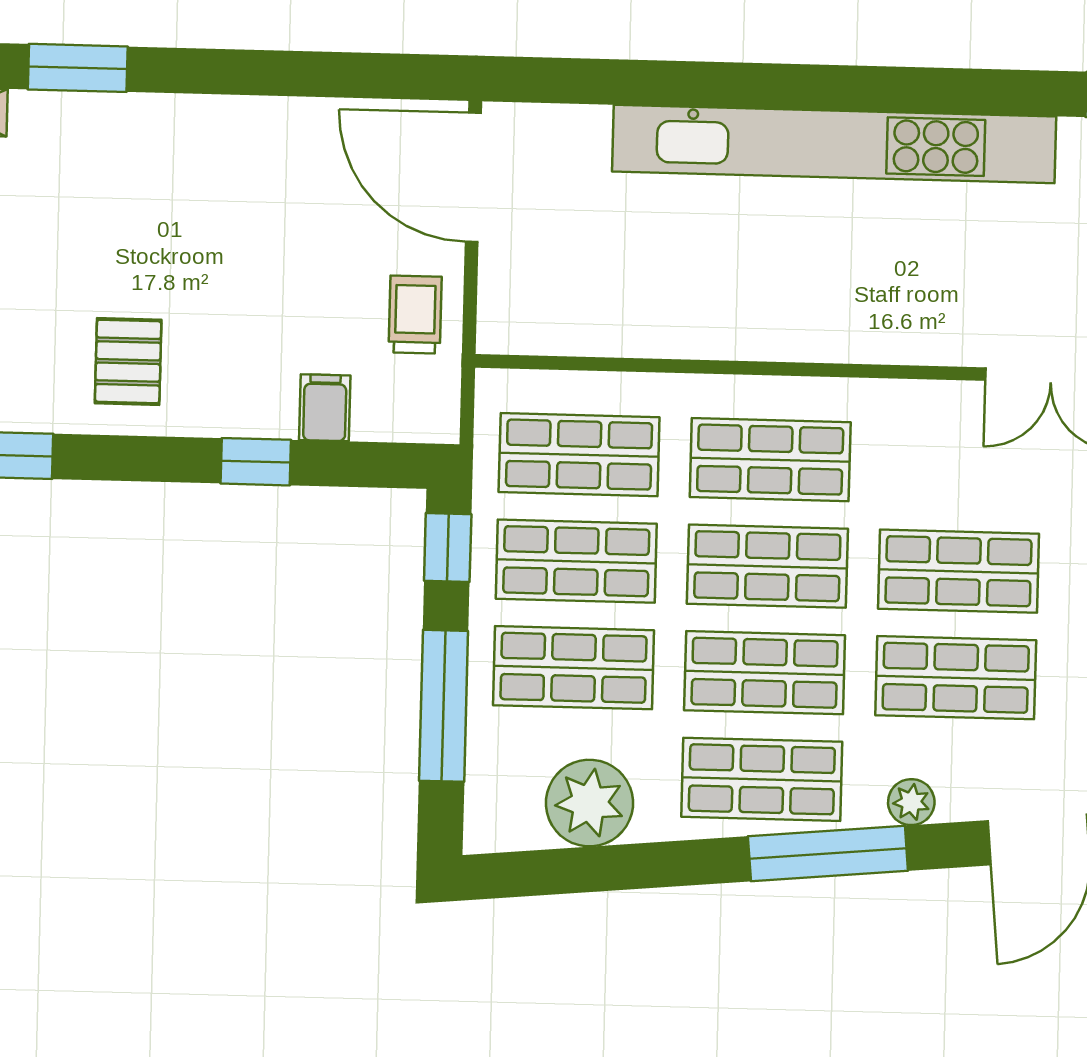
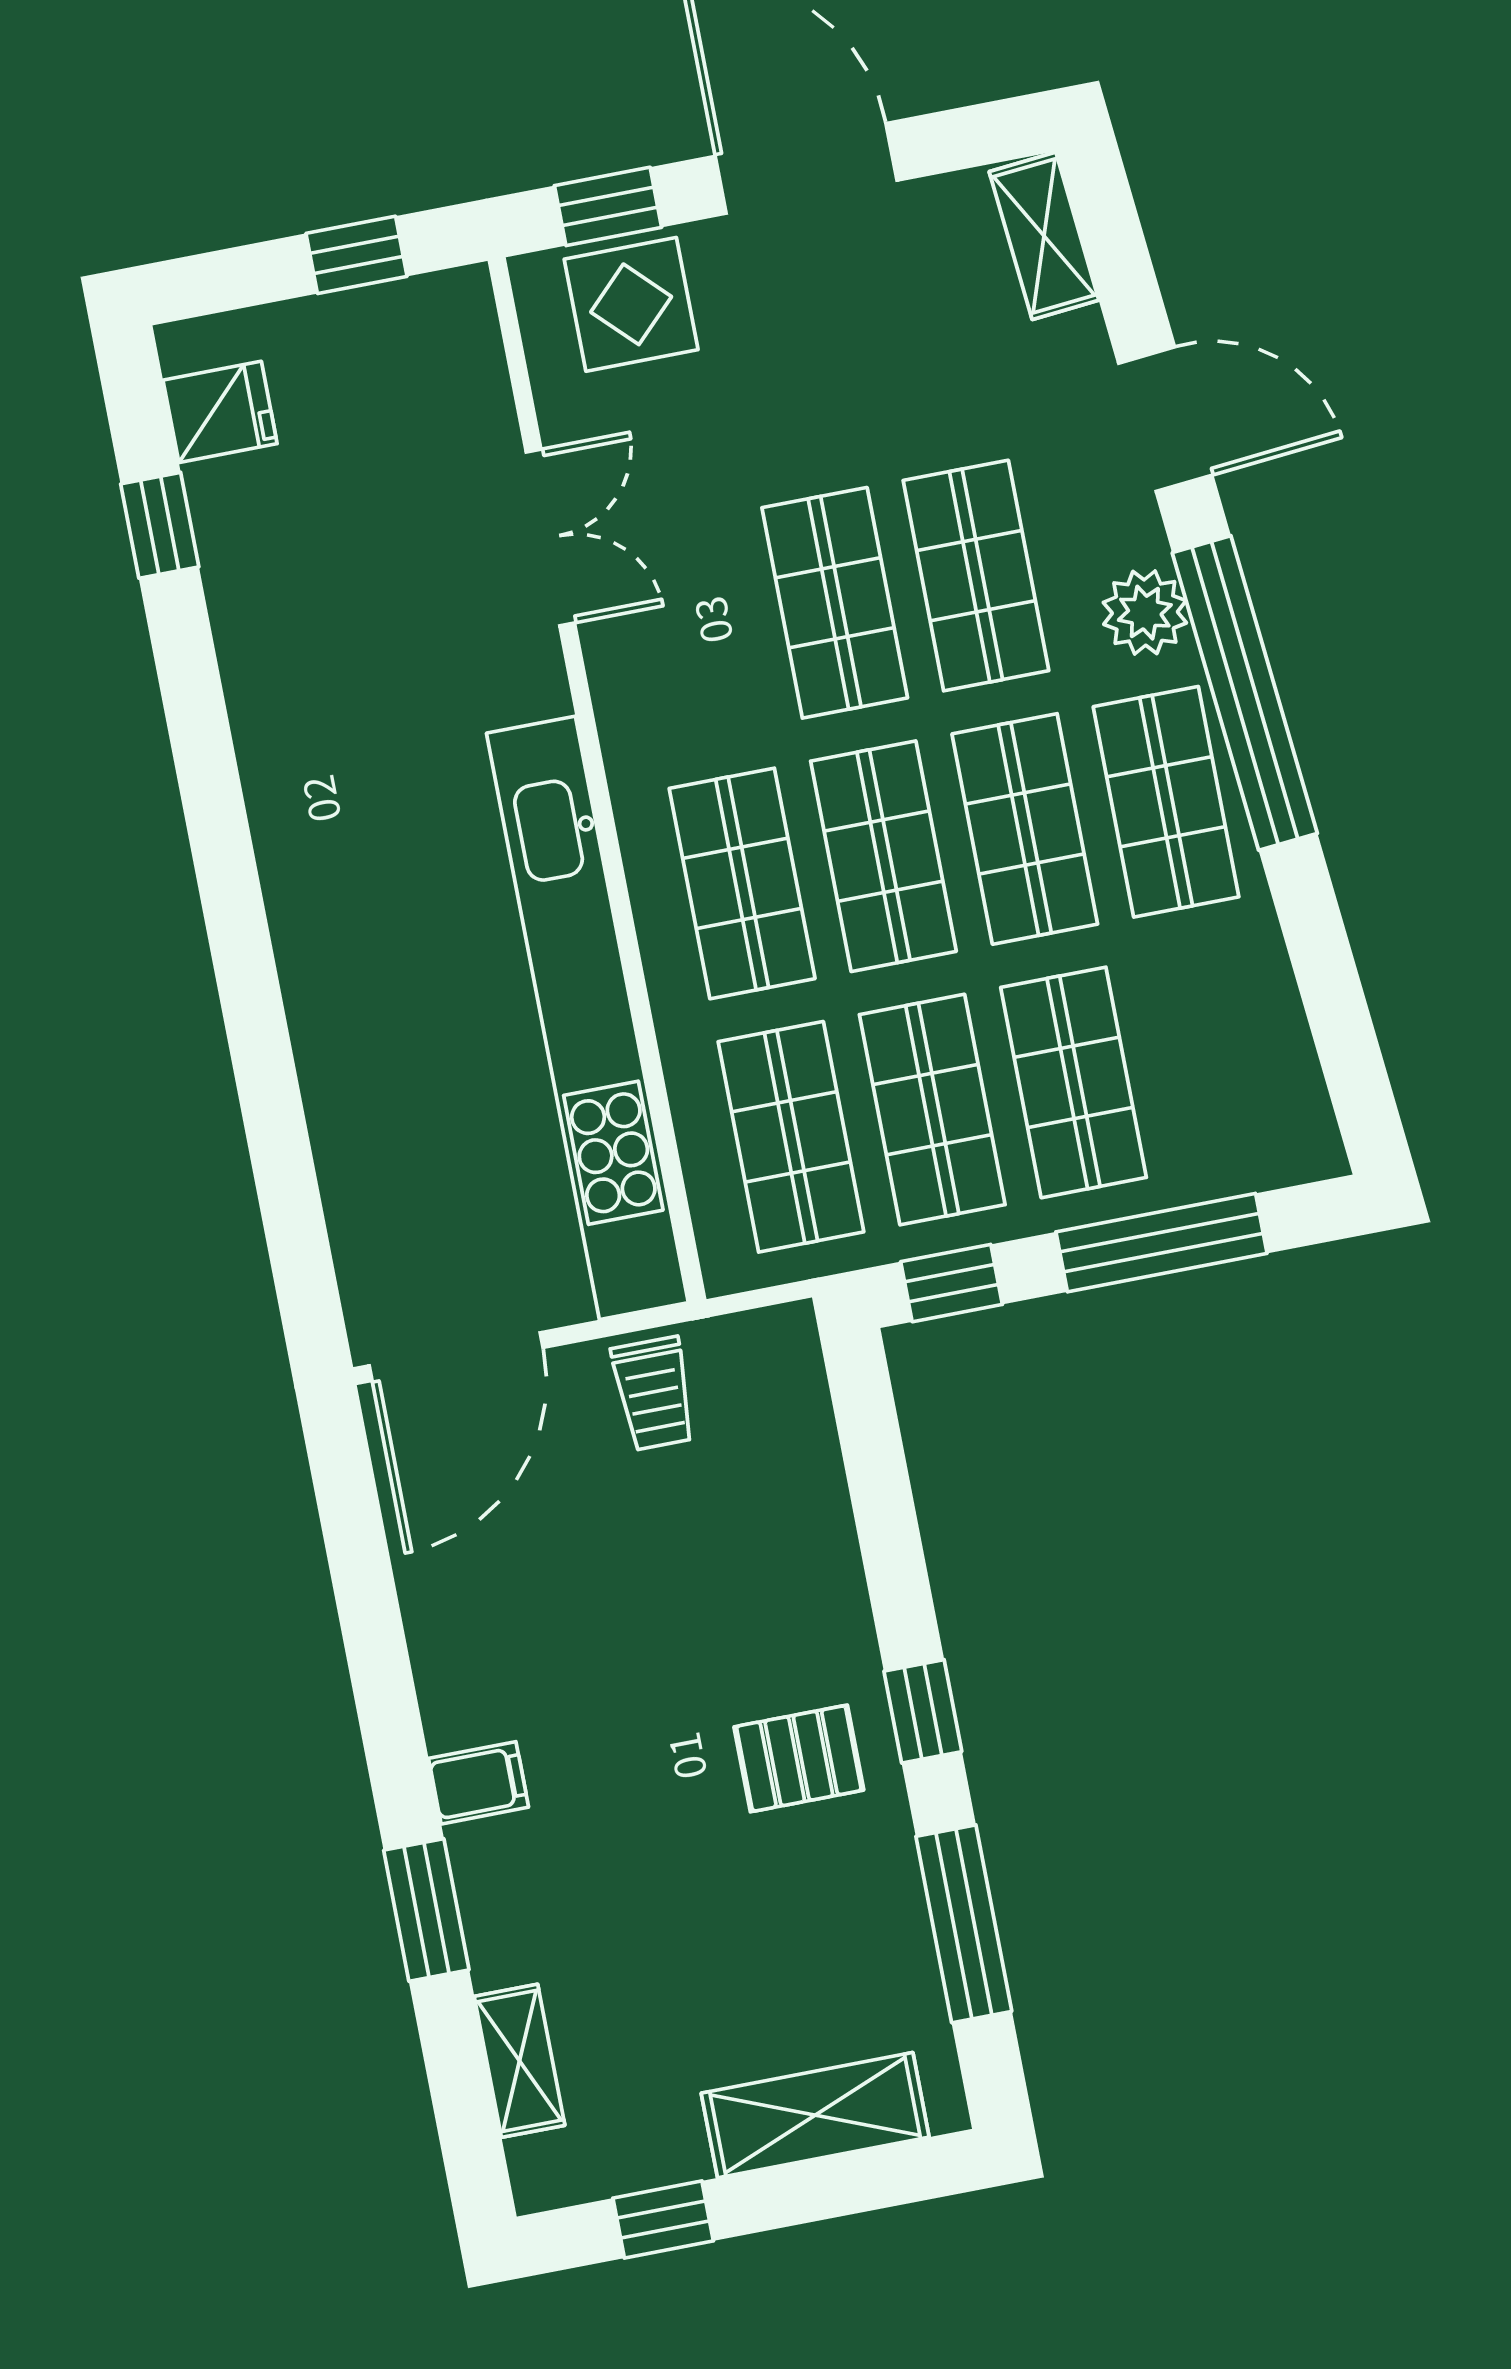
kitchen unit: (834, 144) -> (587, 1018), moved, turned 180
trolley: (415, 315) -> (654, 1394), turned -90
filing cabinet: (325, 408) -> (479, 1783), moved, turned 180
window: (256, 462) -> (923, 1711), moved
plant: (911, 802) -> (1145, 613), width x1.38, depth x1.38
plant: (590, 803) -> (1247, 1022), removed
window: (828, 854) -> (1245, 693), width x1.46

